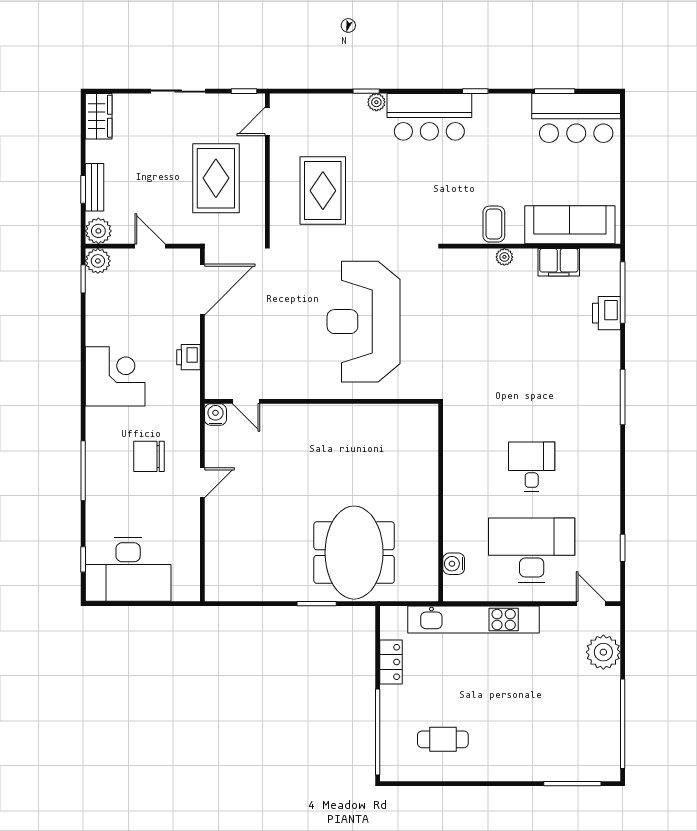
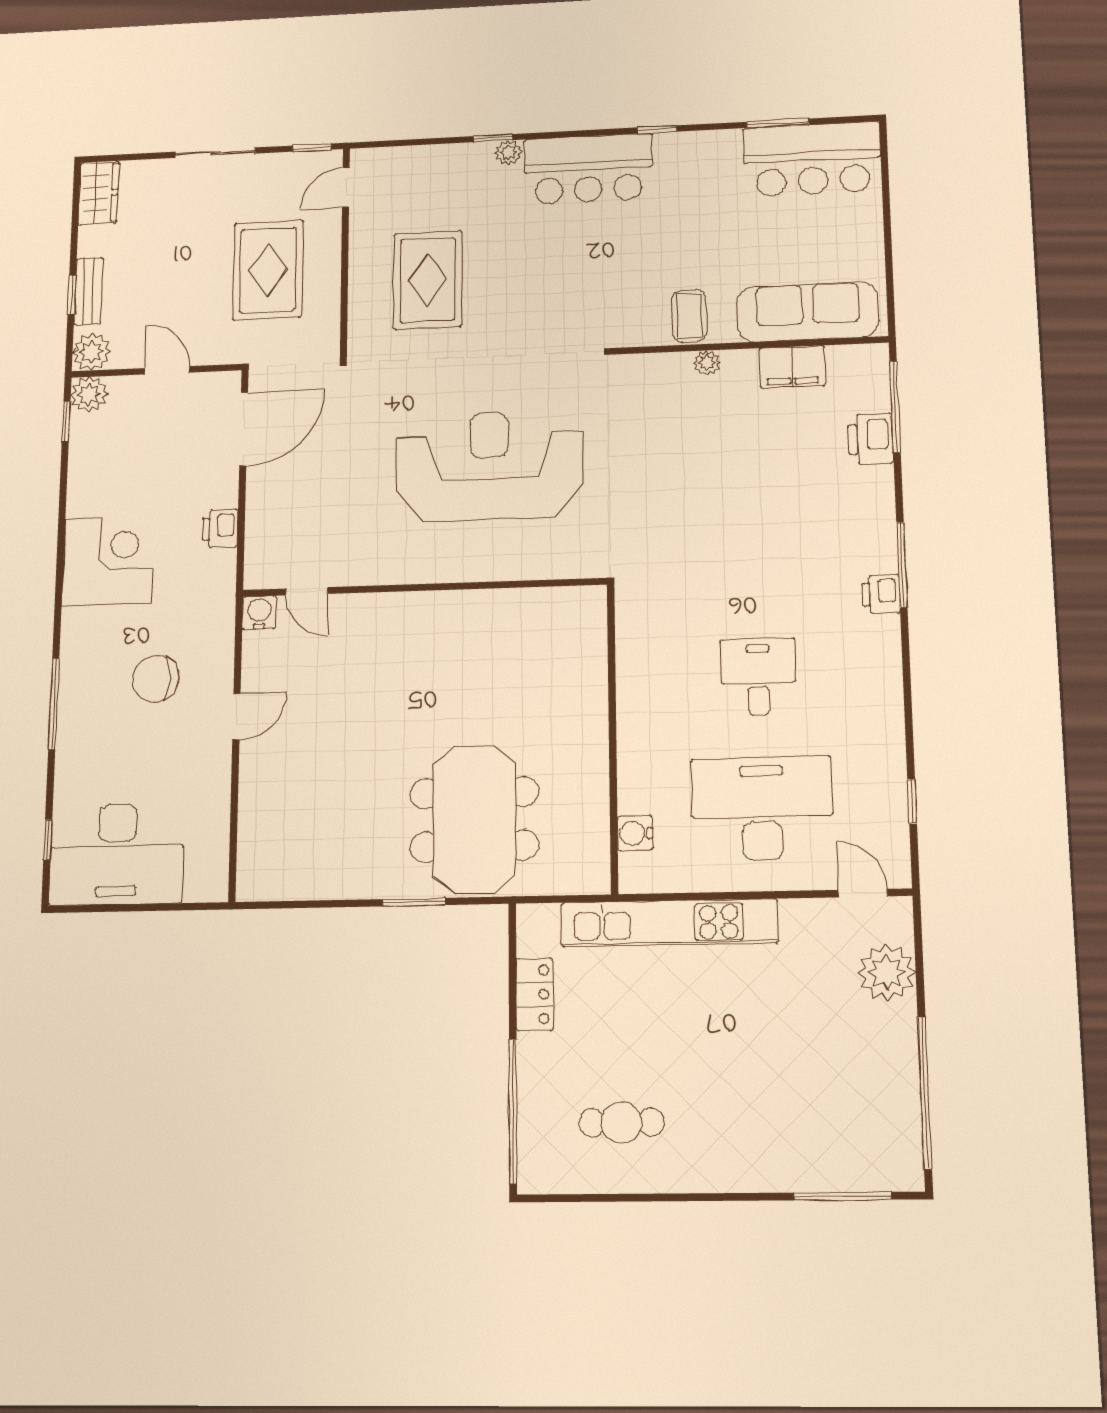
reception desk: (364, 322) -> (489, 466), turned 90
printer: (609, 416) -> (881, 594), added

